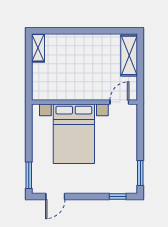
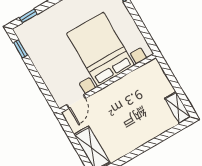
window: (140, 173) -> (20, 49), width x0.67

